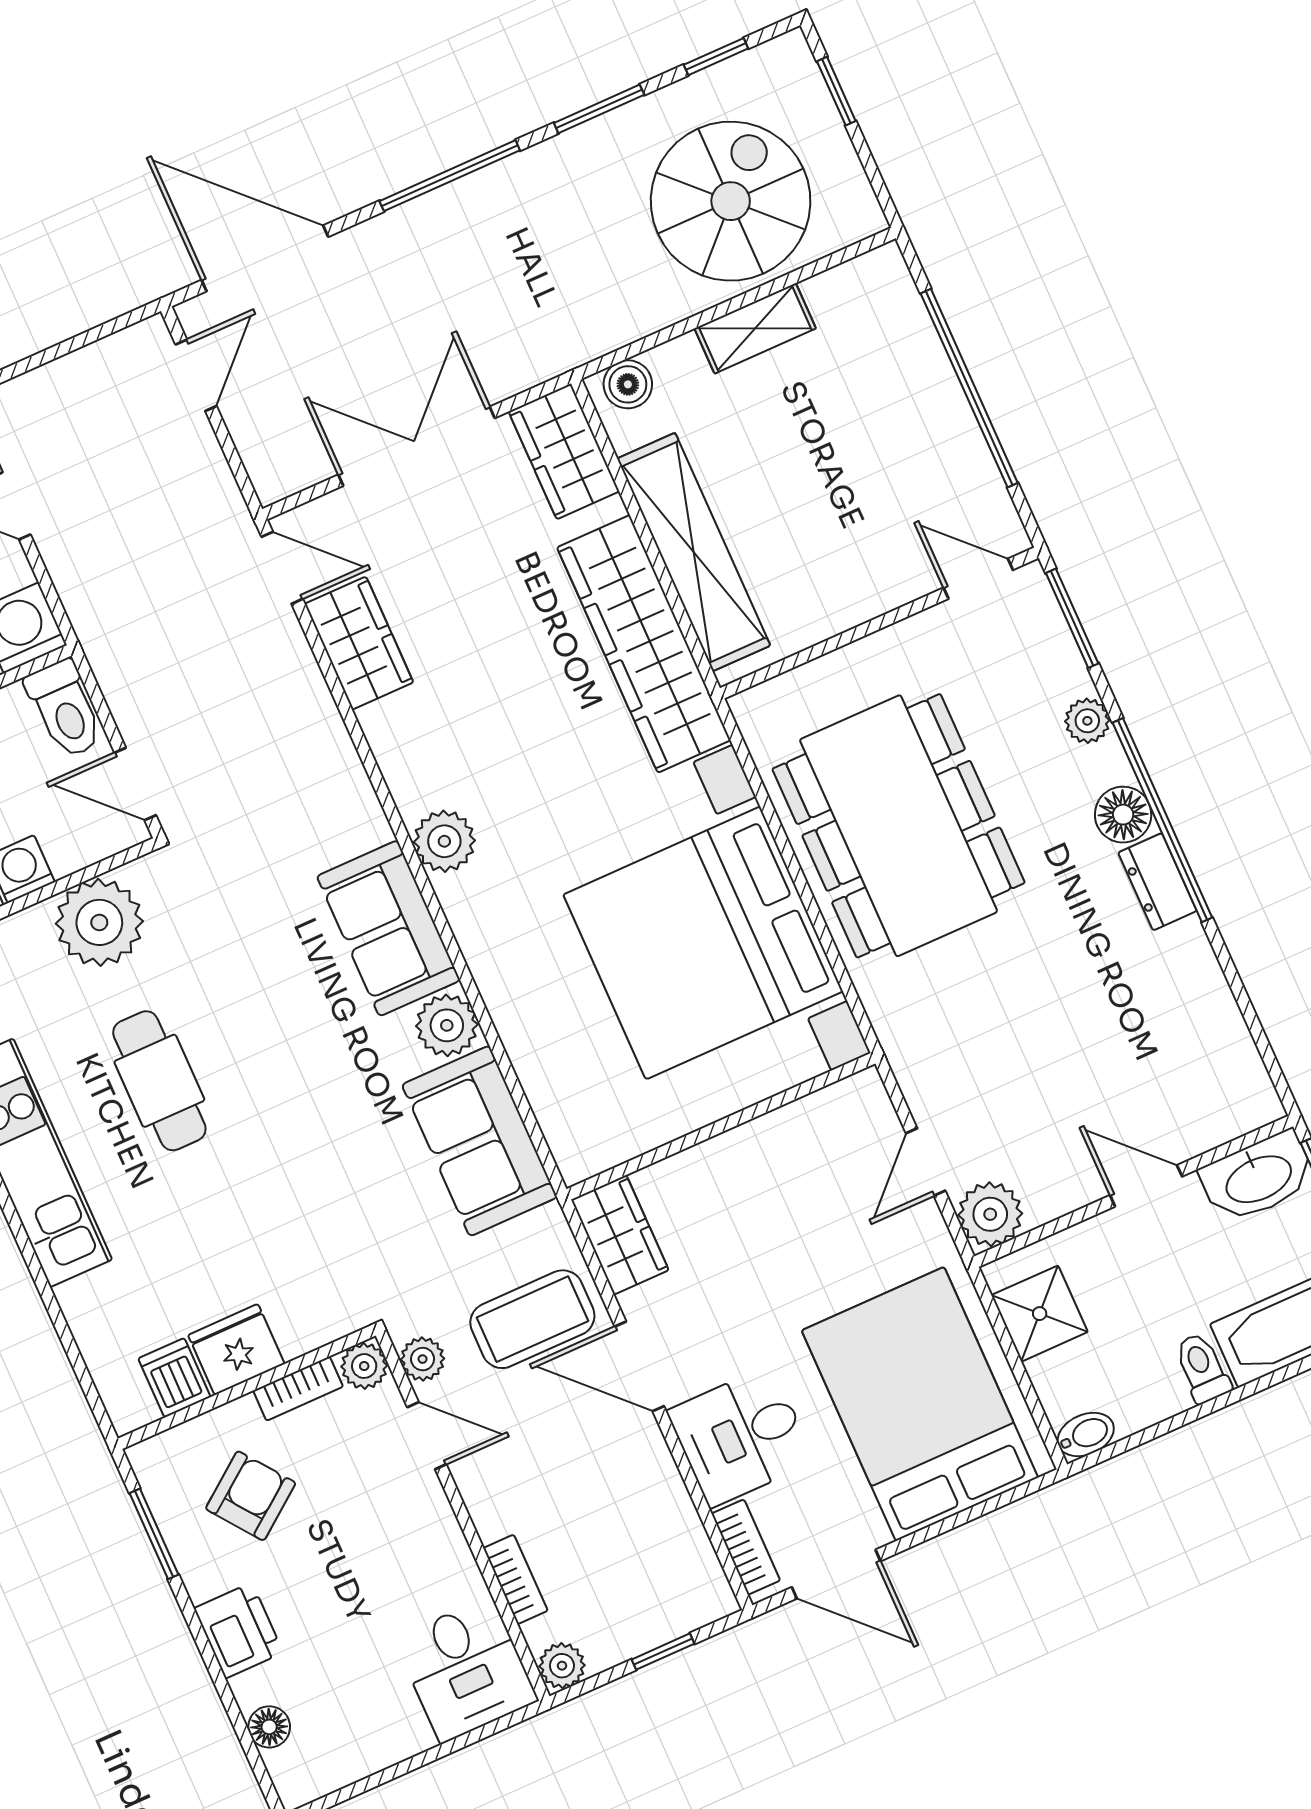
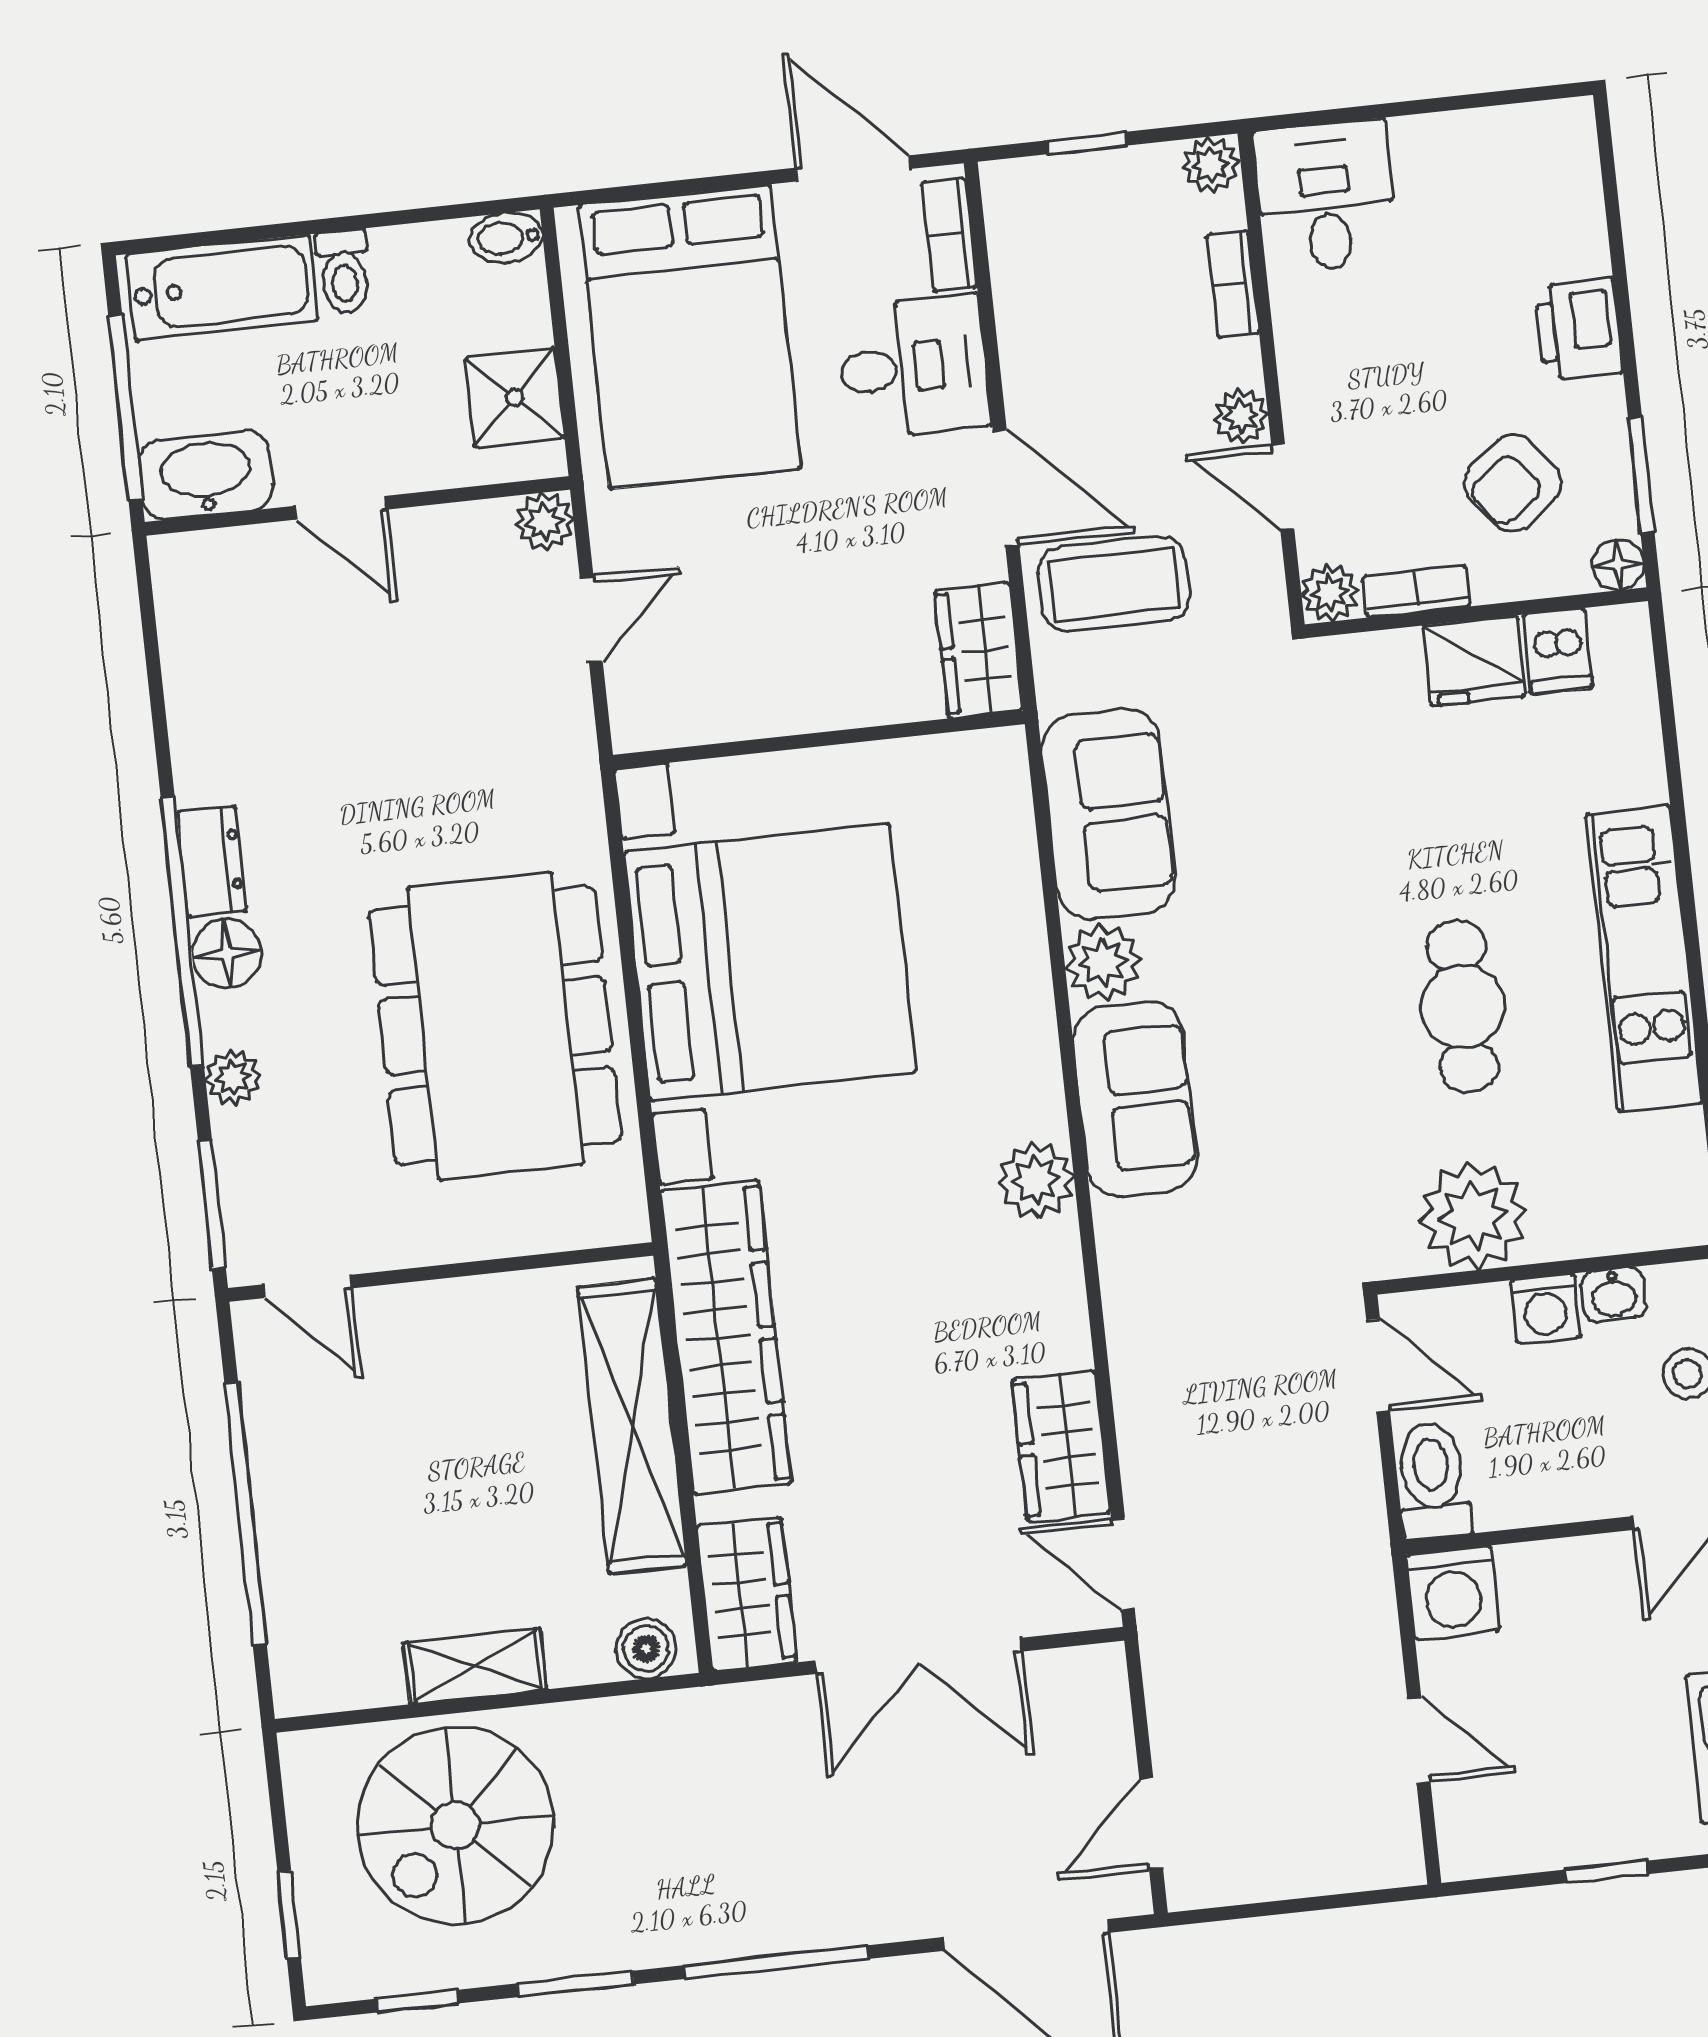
plant: (990, 1214) -> (545, 522), width x0.73, depth x0.73
plant: (423, 1359) -> (1241, 417), moved
floor lamp: (269, 1727) -> (1618, 565), moved

